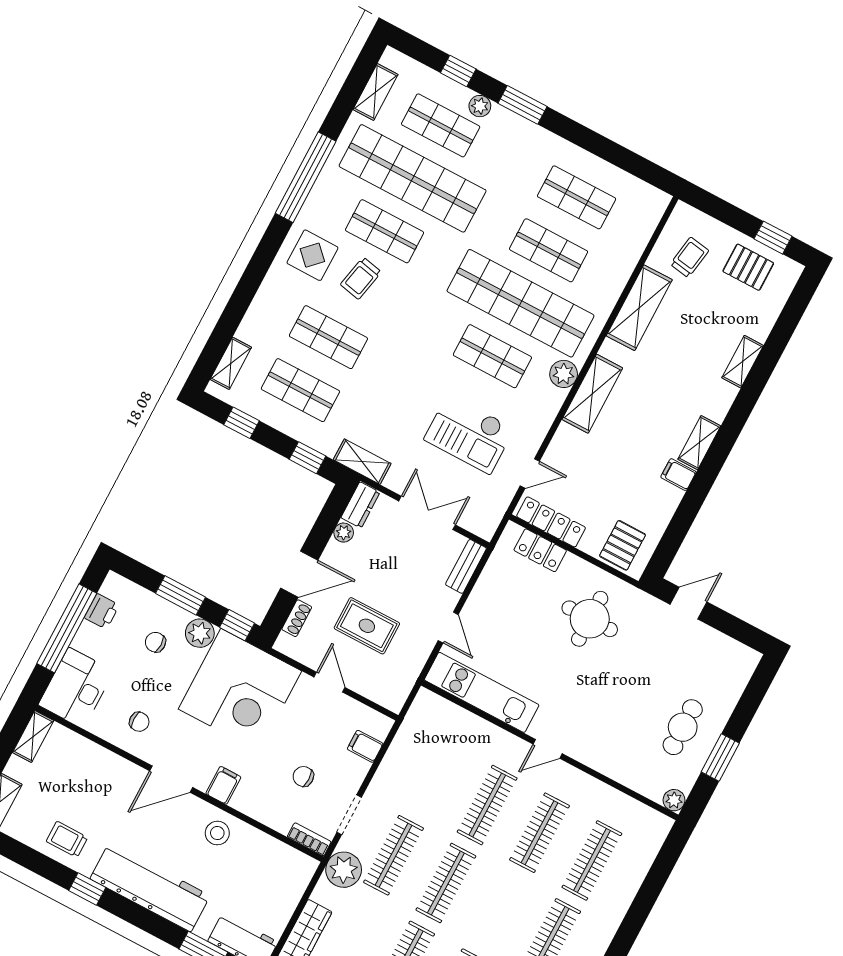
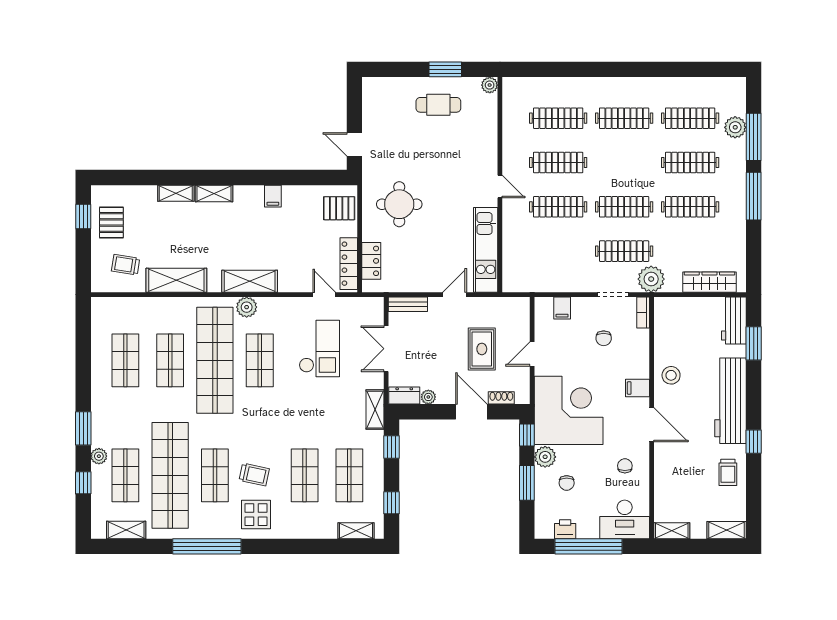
shelving: (699, 443) -> (214, 193), moved

